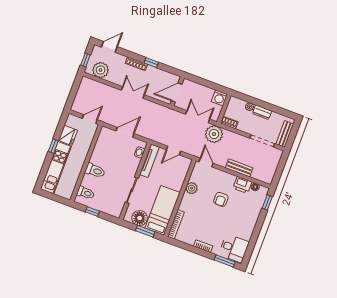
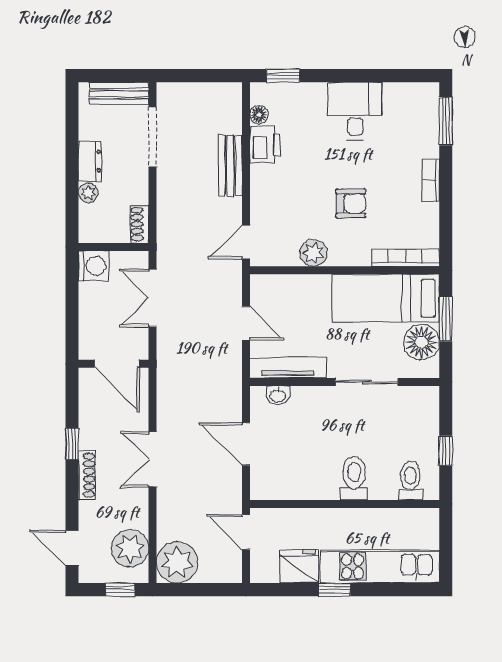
plant: (214, 134) -> (177, 562), moved
armchair: (221, 199) -> (351, 203), moved
desk: (234, 248) -> (355, 111), moved

